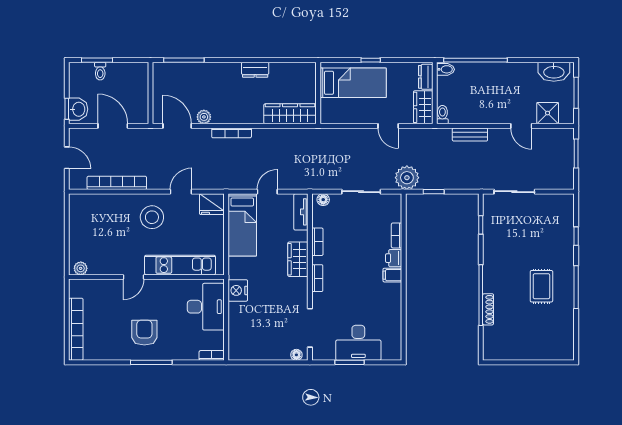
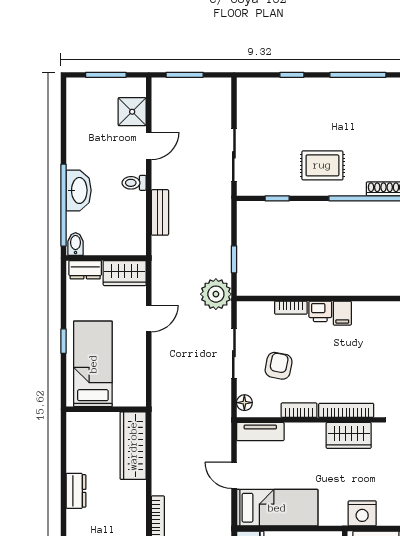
washbasin: (554, 72) -> (79, 190), moved
toilet: (442, 115) -> (134, 183), moved
armchair: (352, 226) -> (279, 366), added
wardrobe: (298, 259) -> (349, 435), moved
bookcase: (317, 278) -> (346, 410), width x1.56
rug: (541, 286) -> (322, 165), moved

